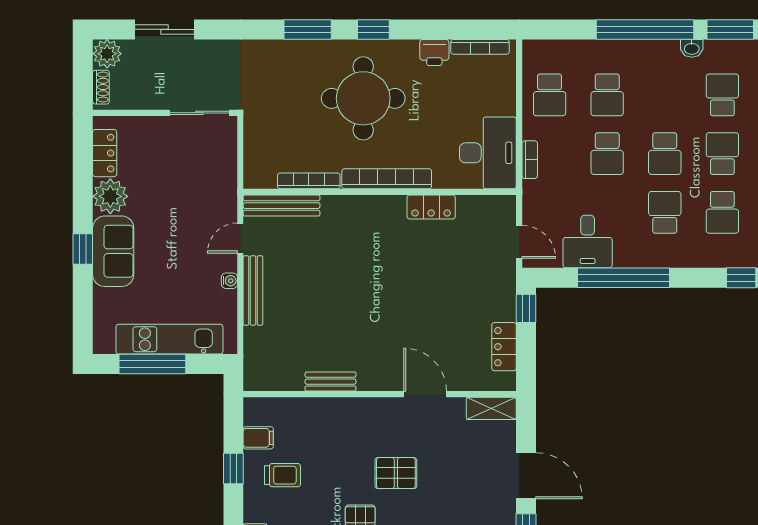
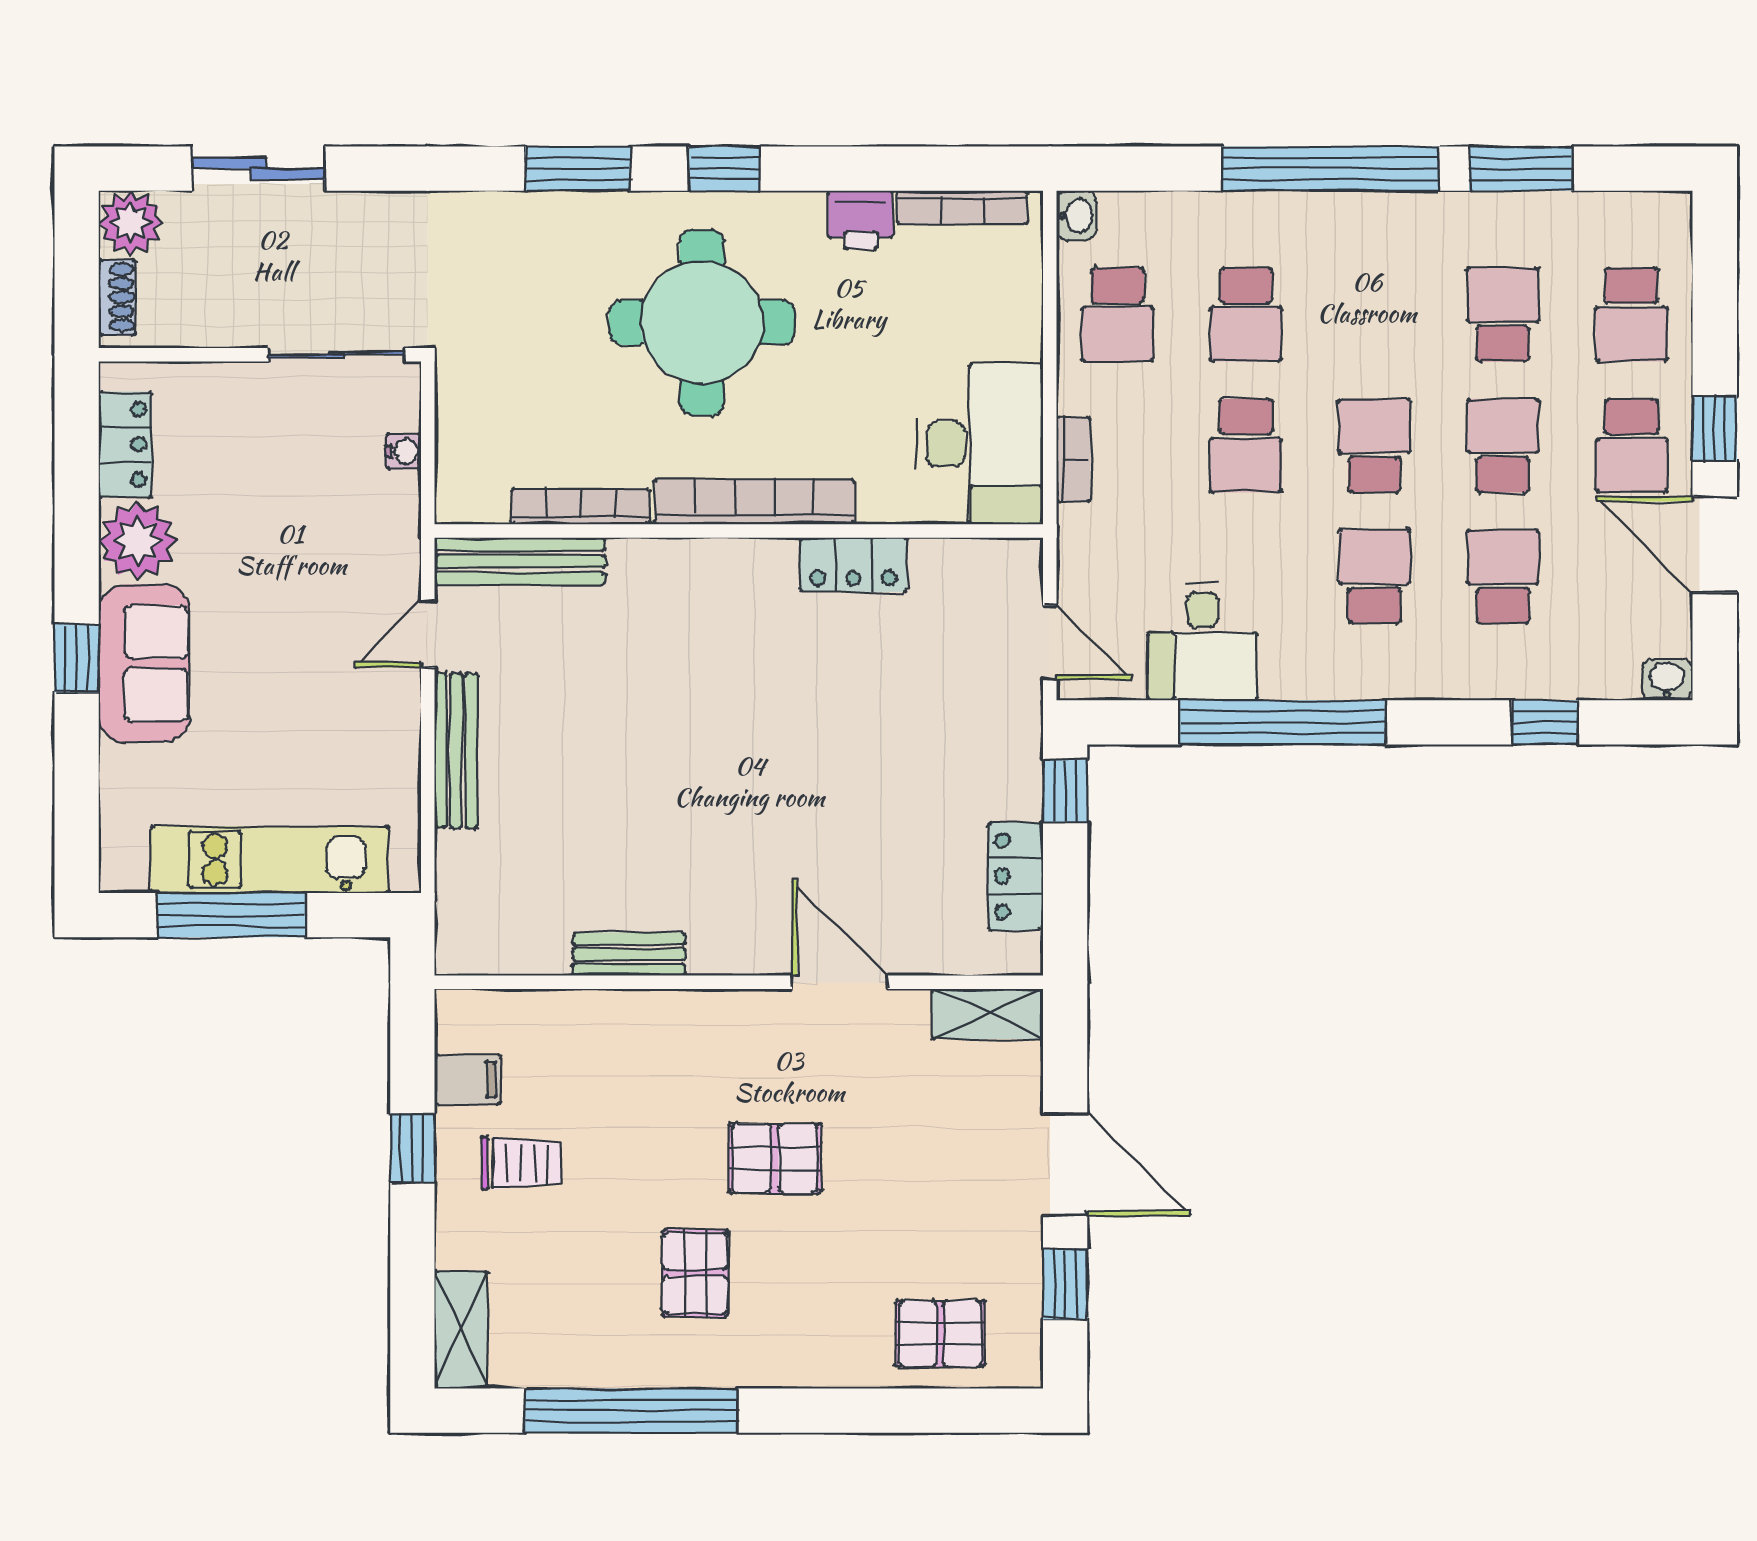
washbasin: (692, 48) -> (1076, 216), moved, turned -90
school desk: (665, 154) -> (1375, 446), turned 180
school desk: (722, 212) -> (1503, 577), turned 180
water cooler: (229, 281) -> (403, 451), moved

